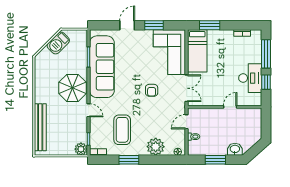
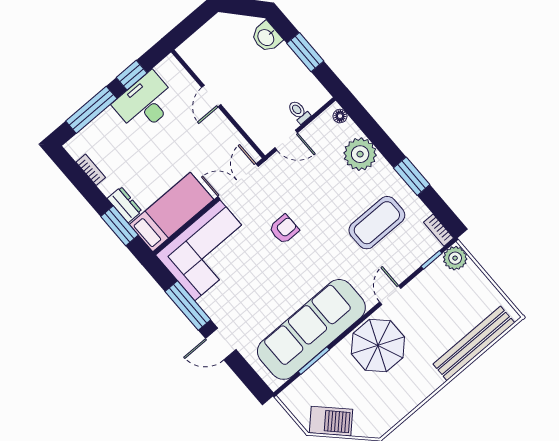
window: (154, 25) -> (188, 306), width x1.44
dresser: (216, 35) -> (125, 205), added
door: (230, 107) -> (211, 96), hinge flipped

